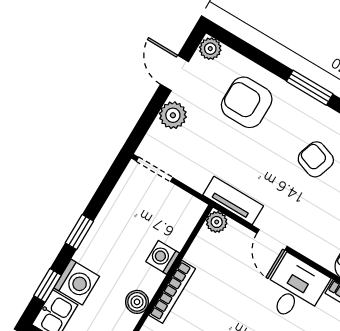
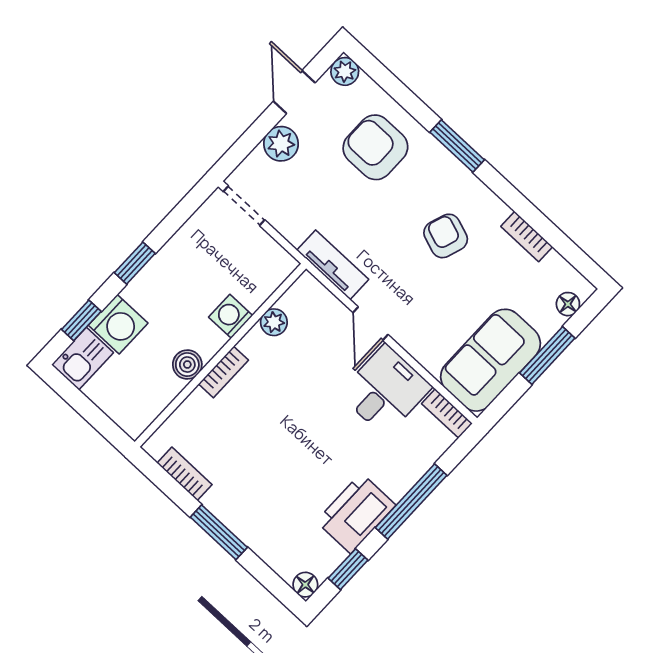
plant: (217, 222) -> (274, 322), moved
bookcase: (172, 292) -> (223, 372), width x0.64

